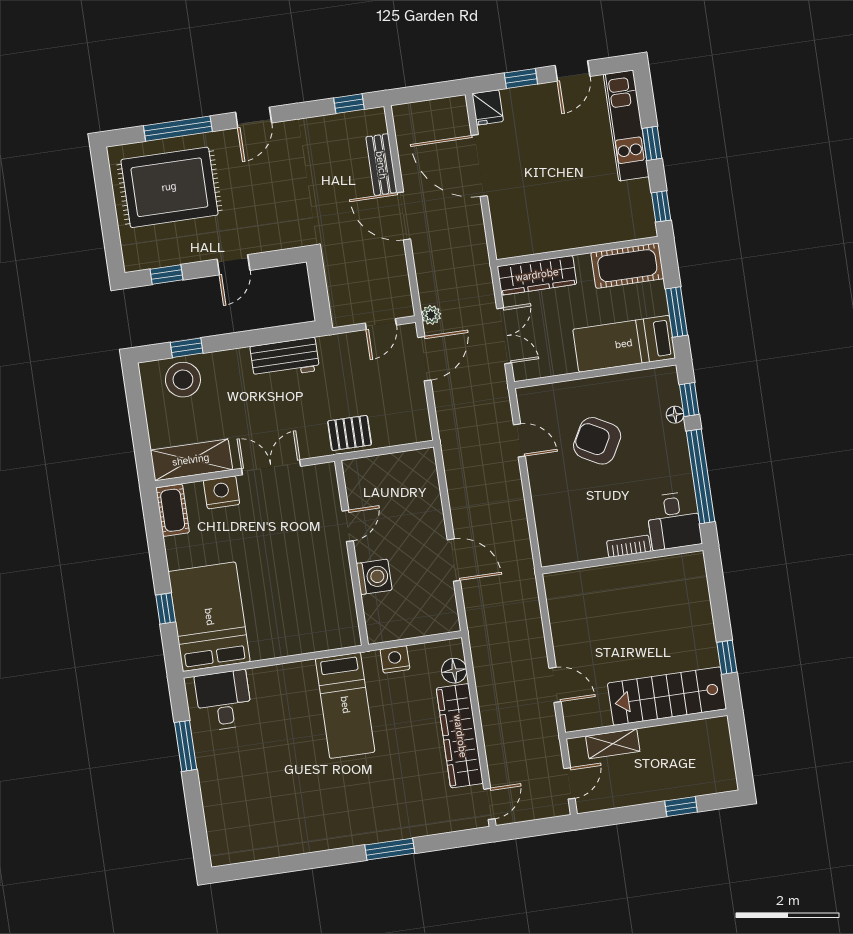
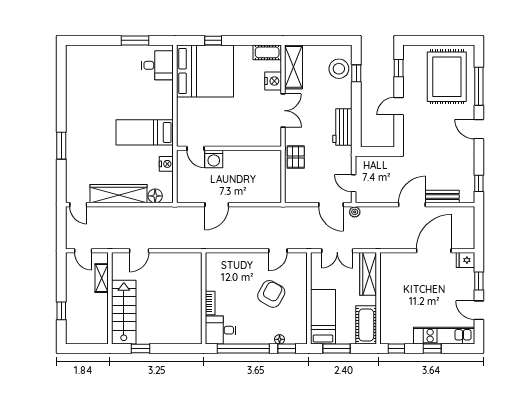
door: (234, 265) -> (399, 106), hinge flipped
door: (348, 526) -> (195, 148), moved
bed: (209, 617) -> (205, 71), width x1.36

